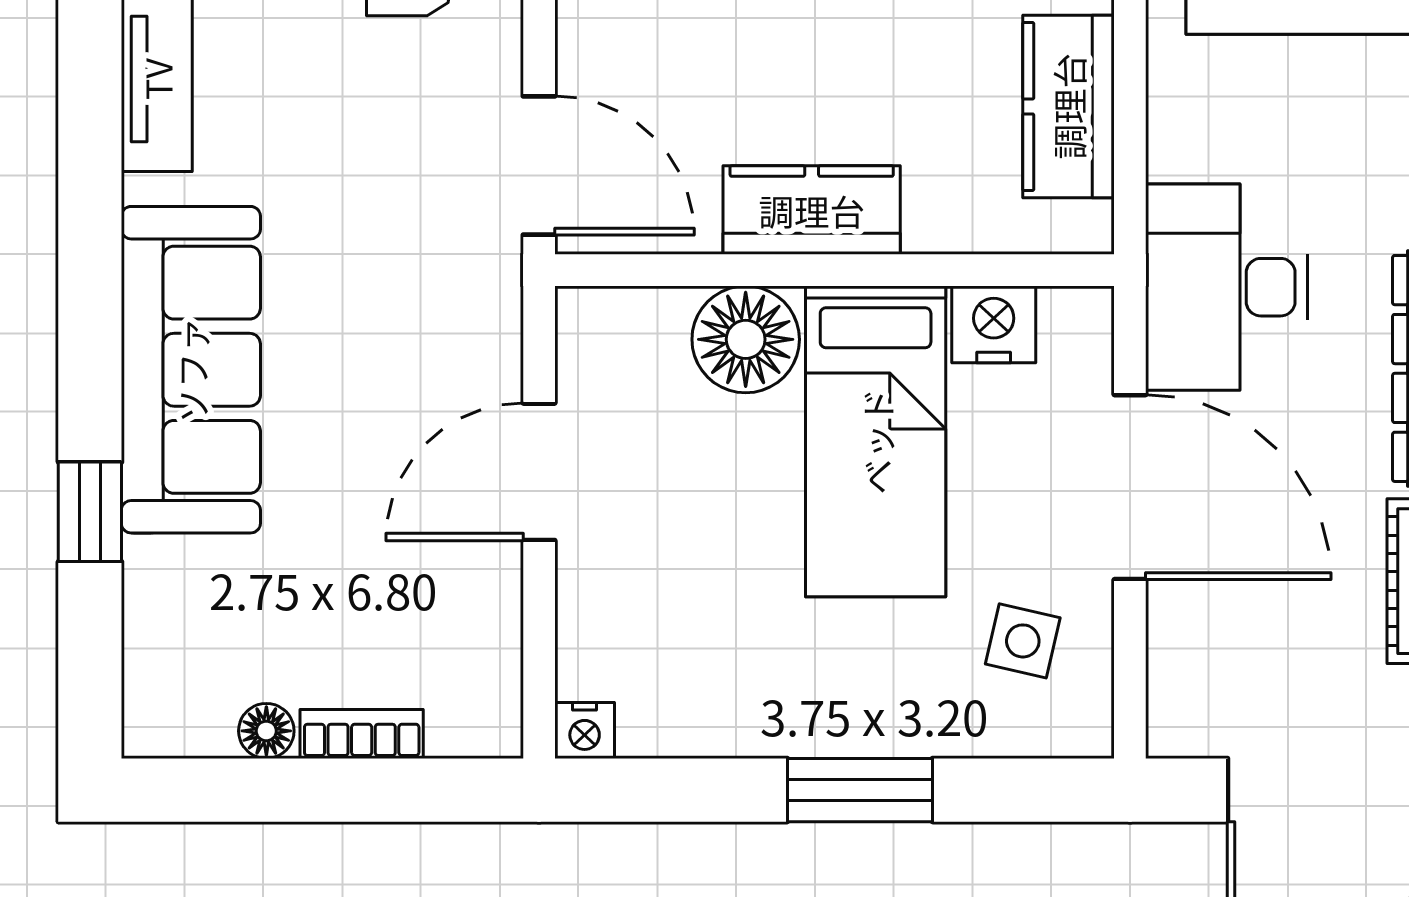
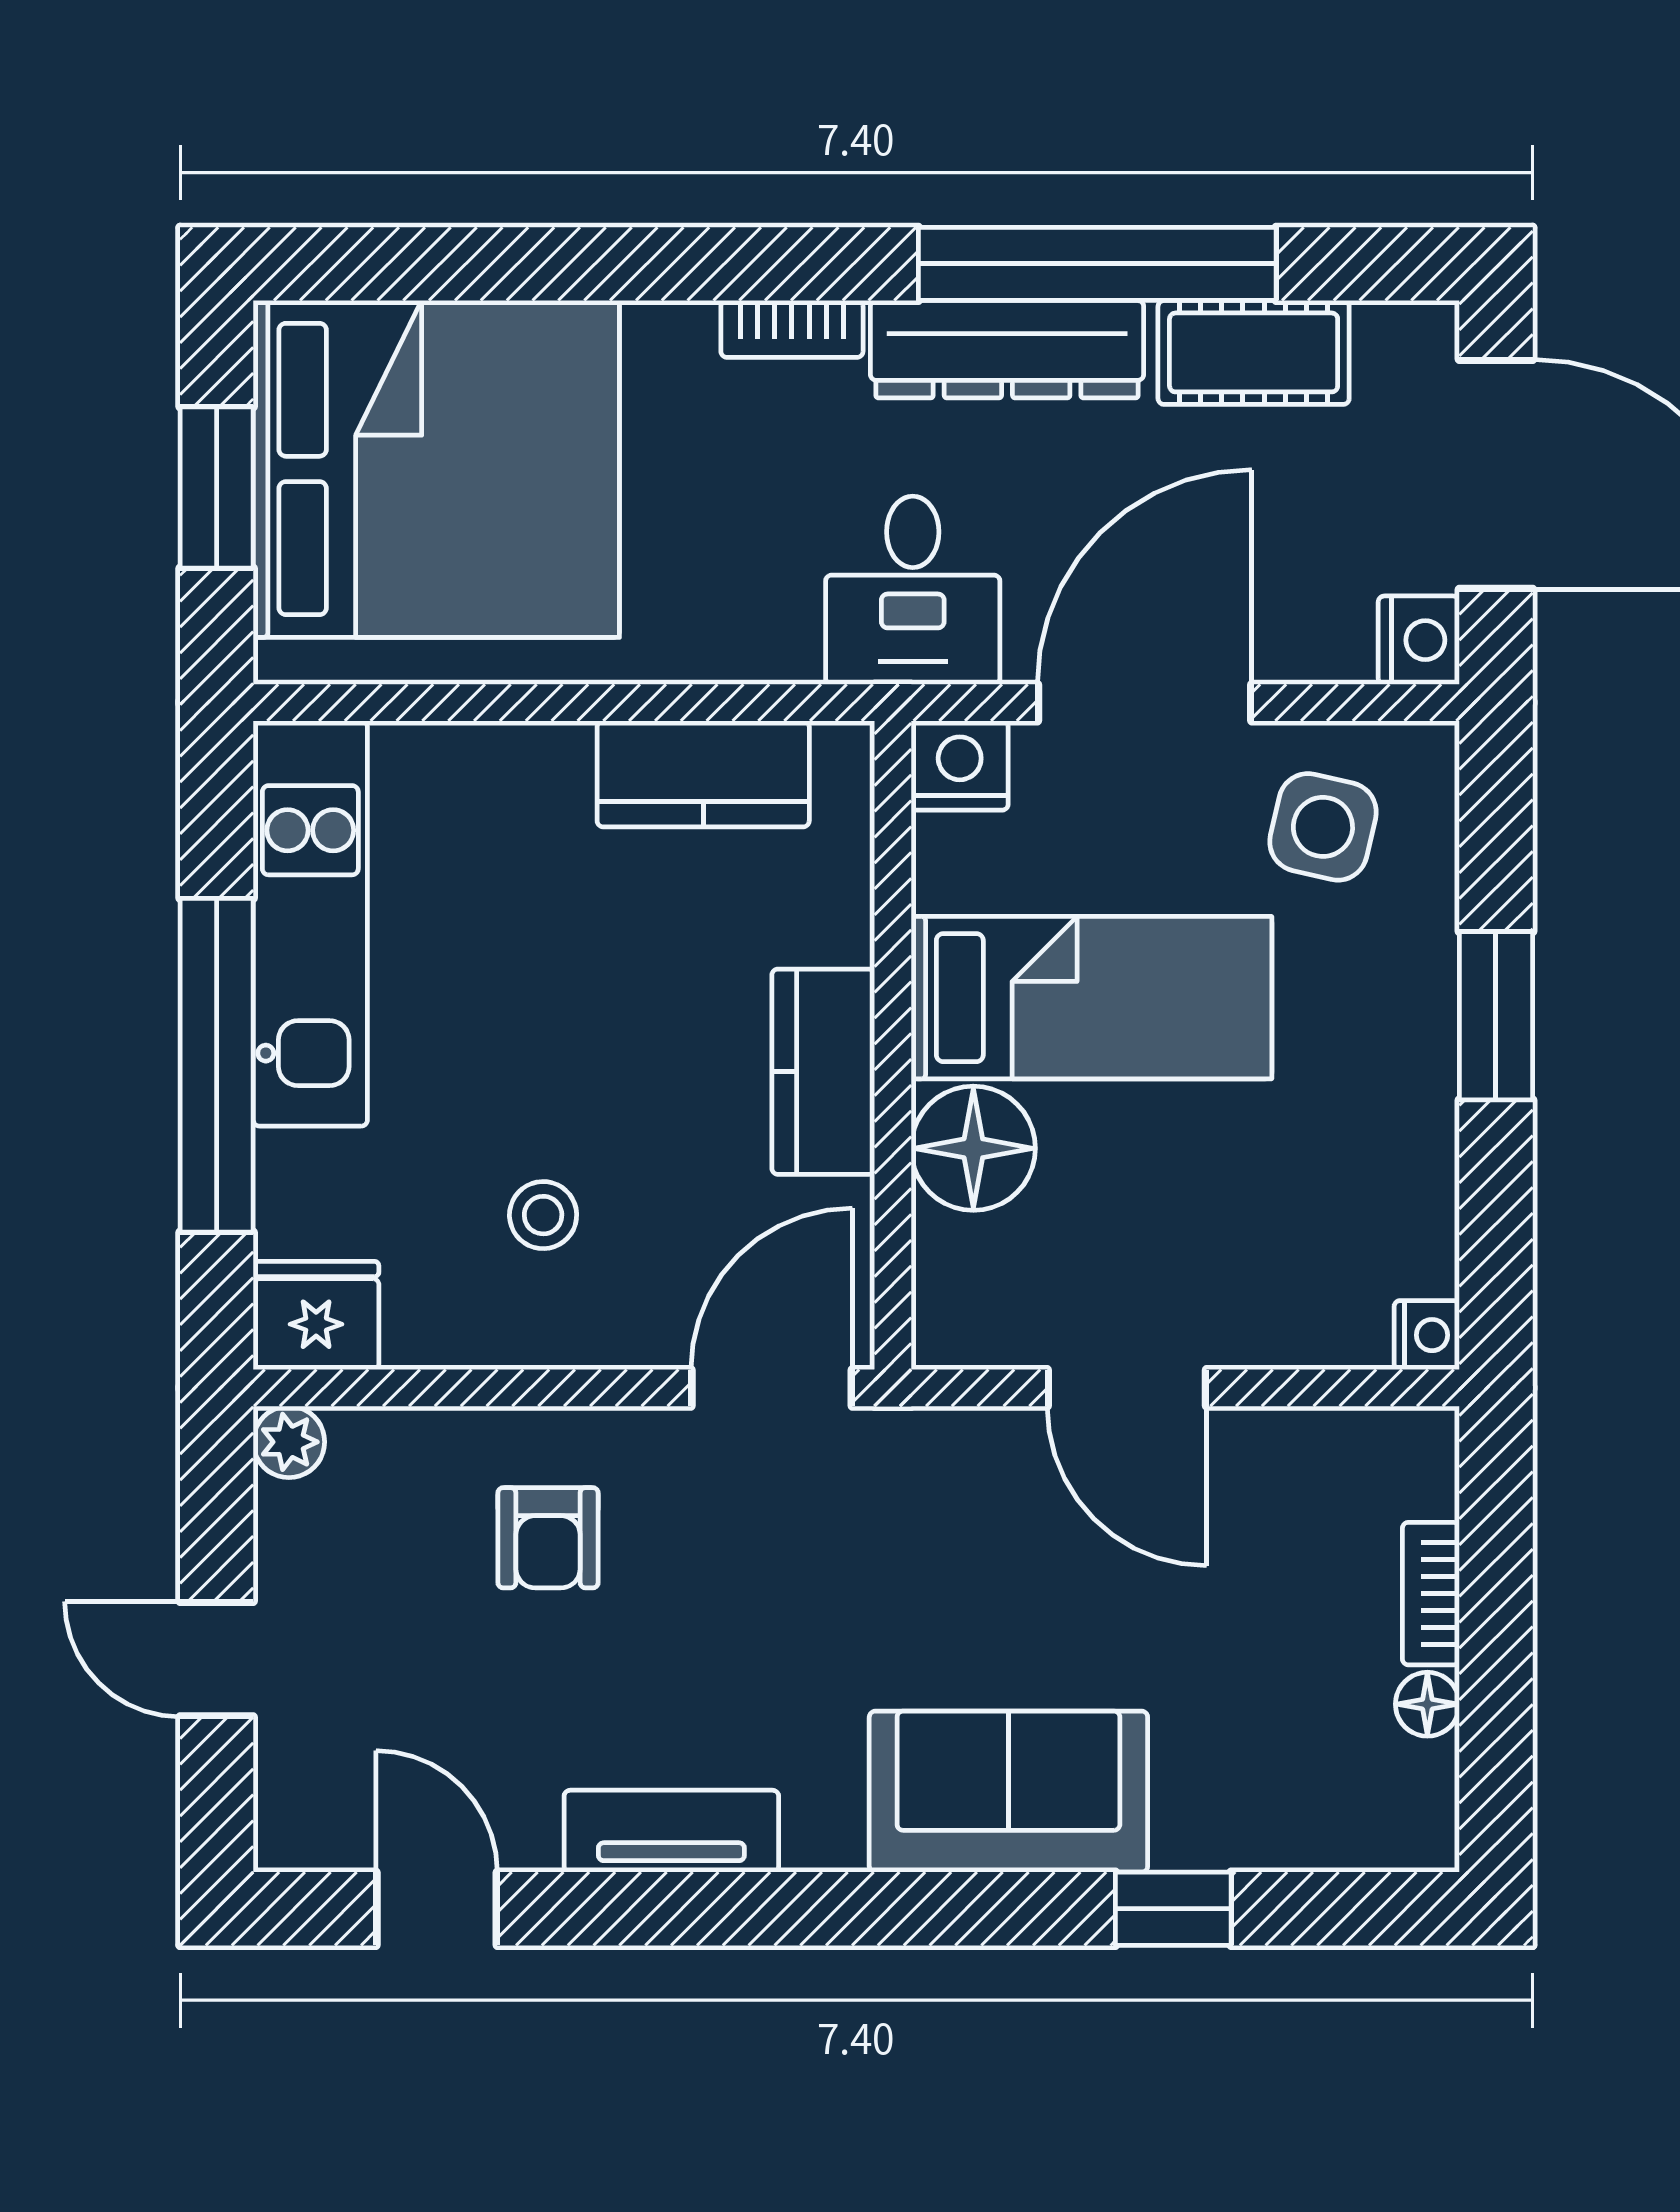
desk: (1227, 287) -> (913, 590), width x0.73
nightstand: (994, 324) -> (960, 765), moved, turned 90
sofa: (191, 370) -> (1008, 1792), width x0.73
side table: (1023, 641) -> (1323, 827), width x1.37, depth x1.37
nightstand: (1184, 724) -> (1419, 640), added

